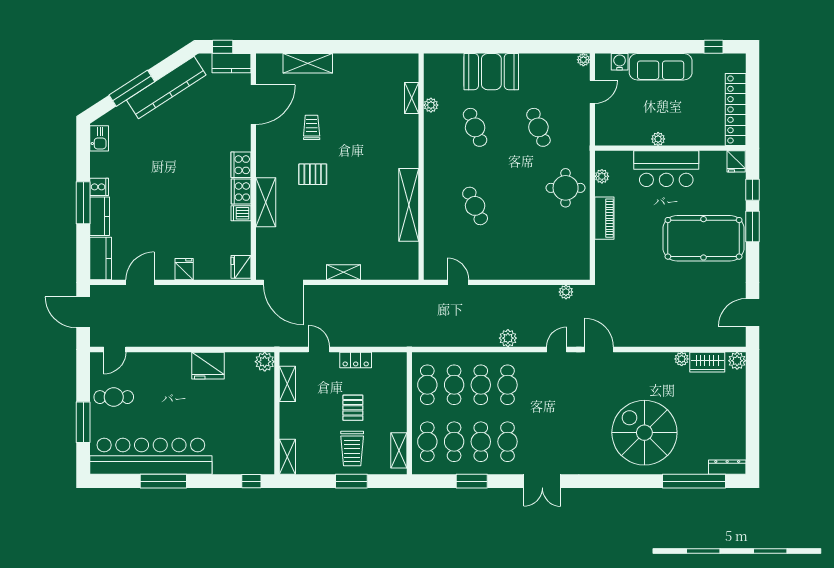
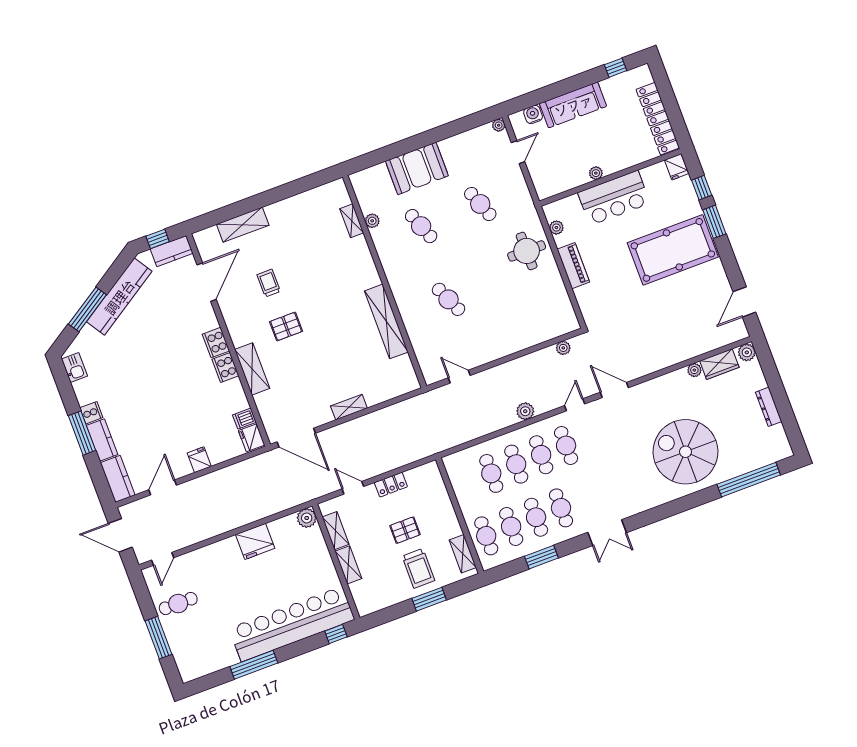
dishwasher: (241, 213) -> (244, 419), moved
cafe table: (427, 385) -> (566, 445), moved
pallet: (353, 408) -> (405, 530), turned 90
bar counter: (151, 456) -> (292, 624), moved
shelving: (287, 457) -> (348, 565), moved
dresser: (727, 467) -> (769, 407), moved, turned -90

